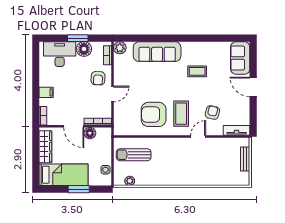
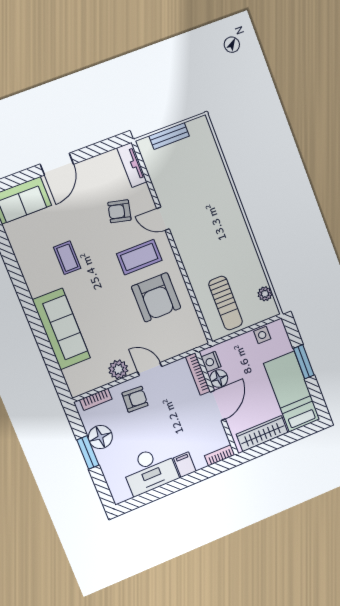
plant: (120, 48) -> (118, 369), moved
desk: (60, 54) -> (150, 470), moved, turned -90
nightstand: (102, 132) -> (211, 362), added

